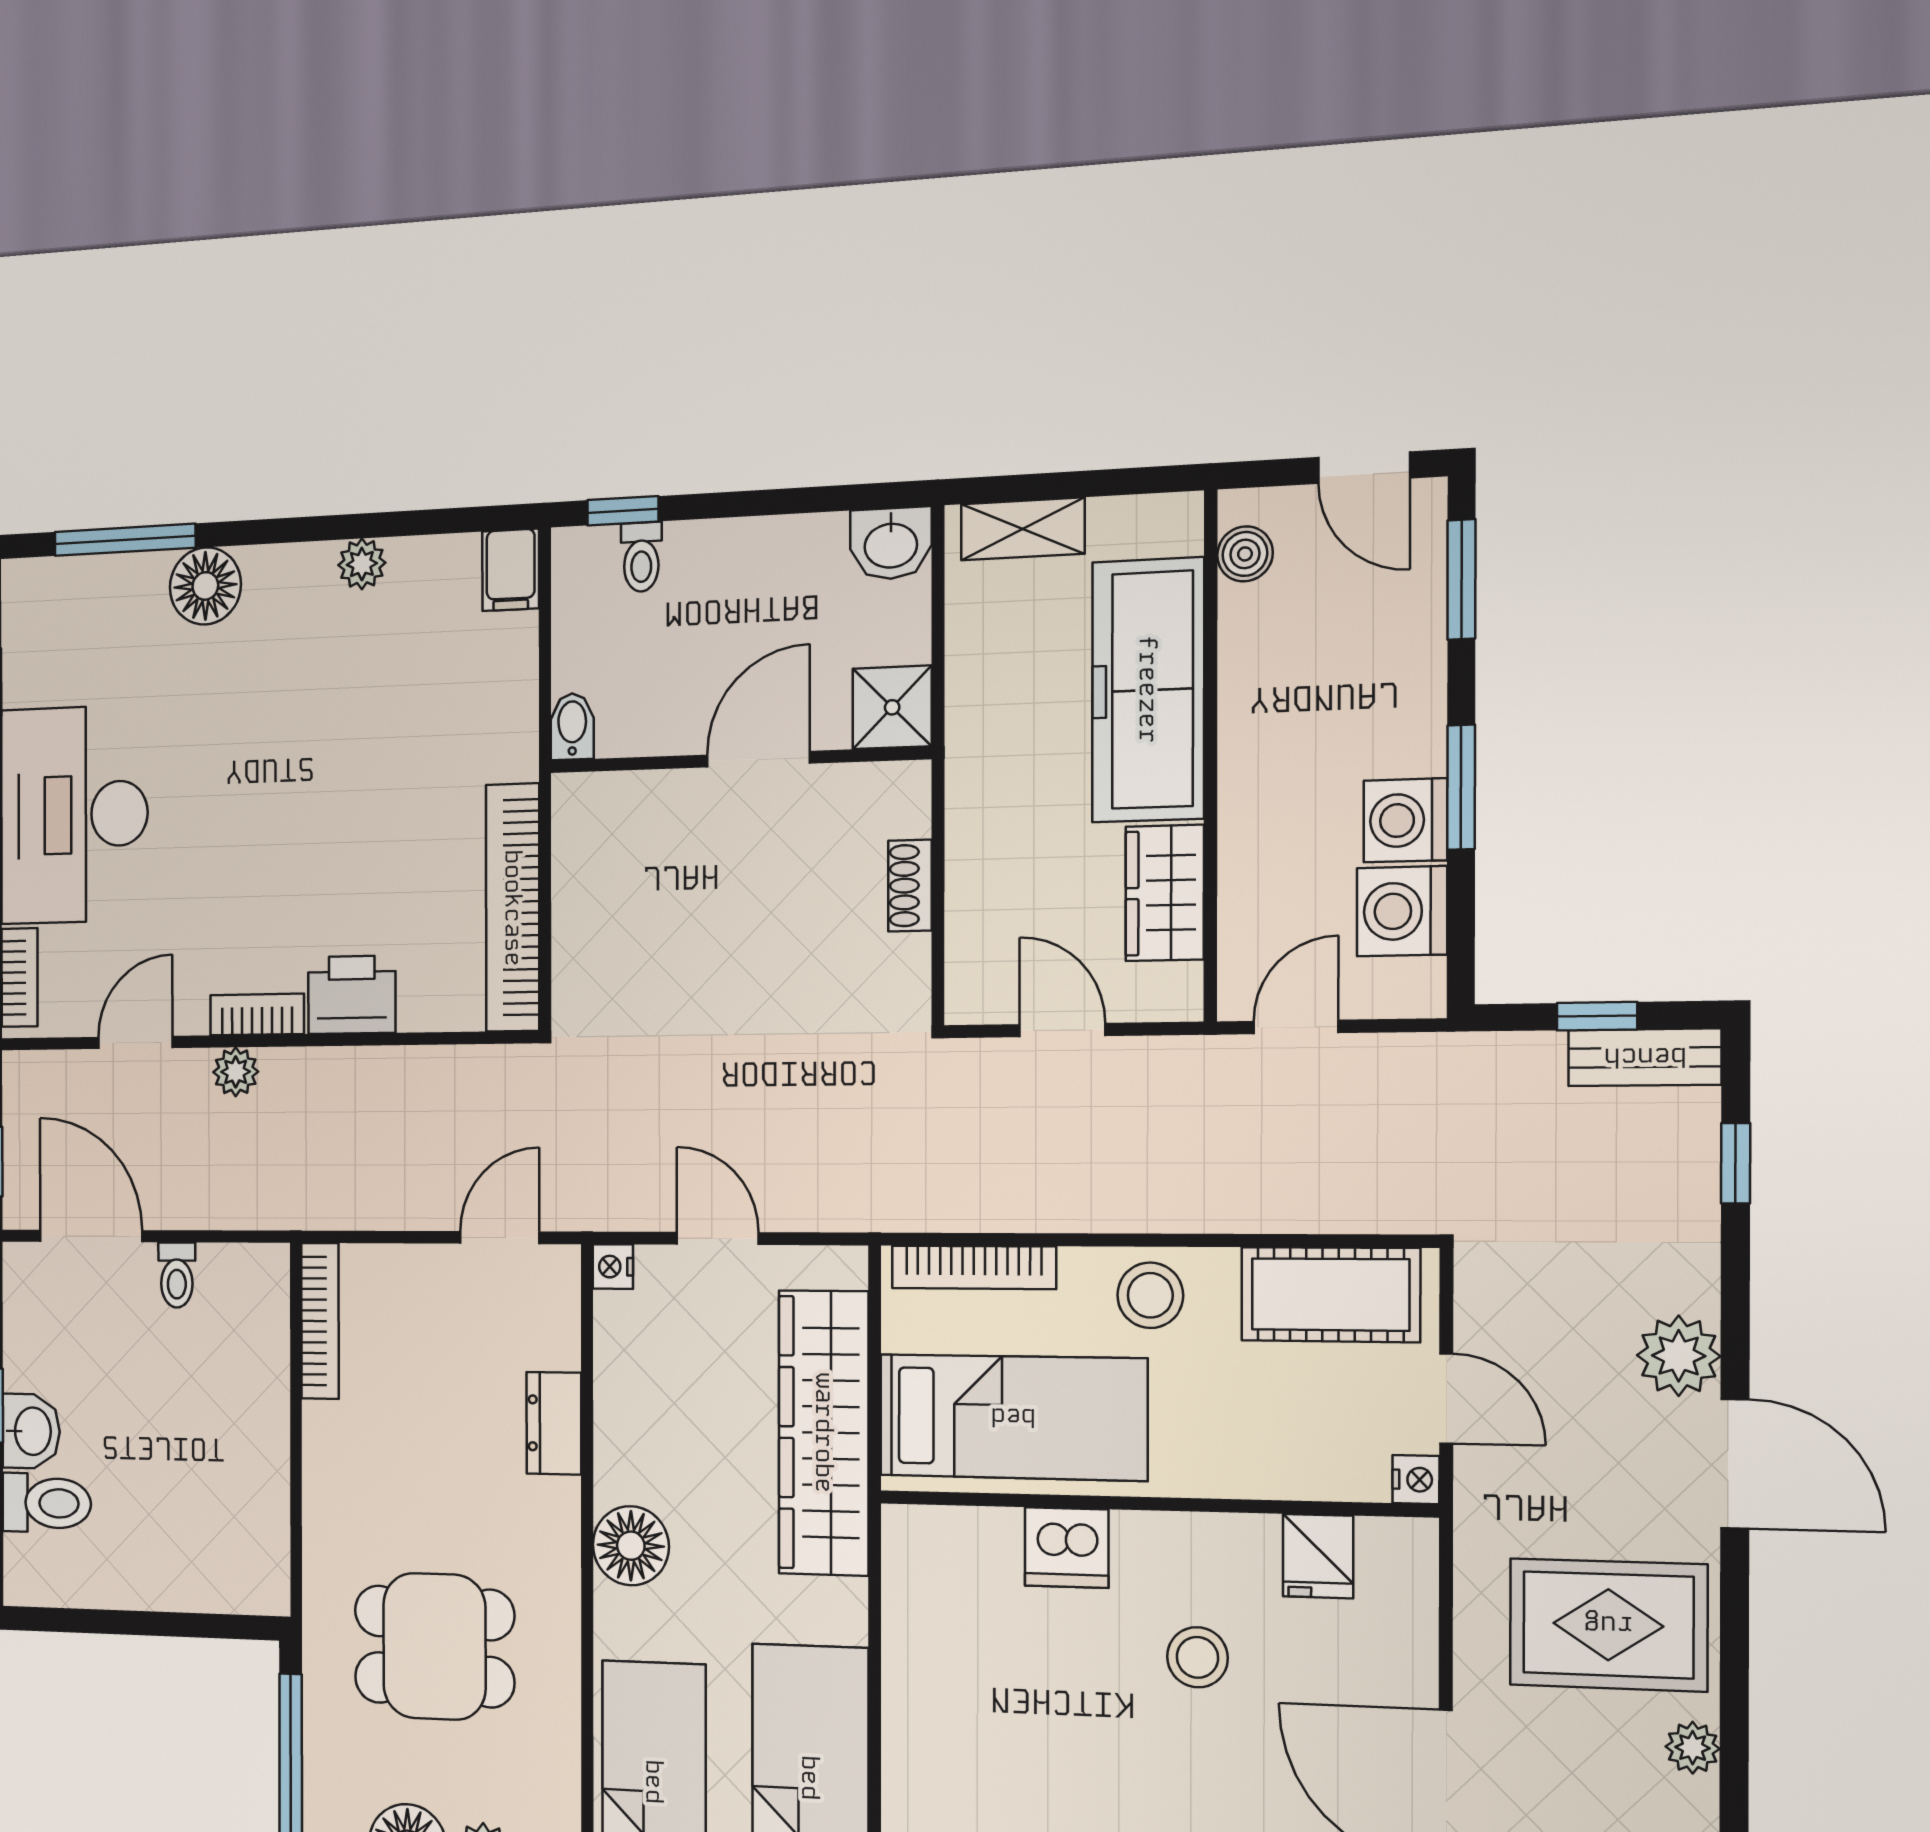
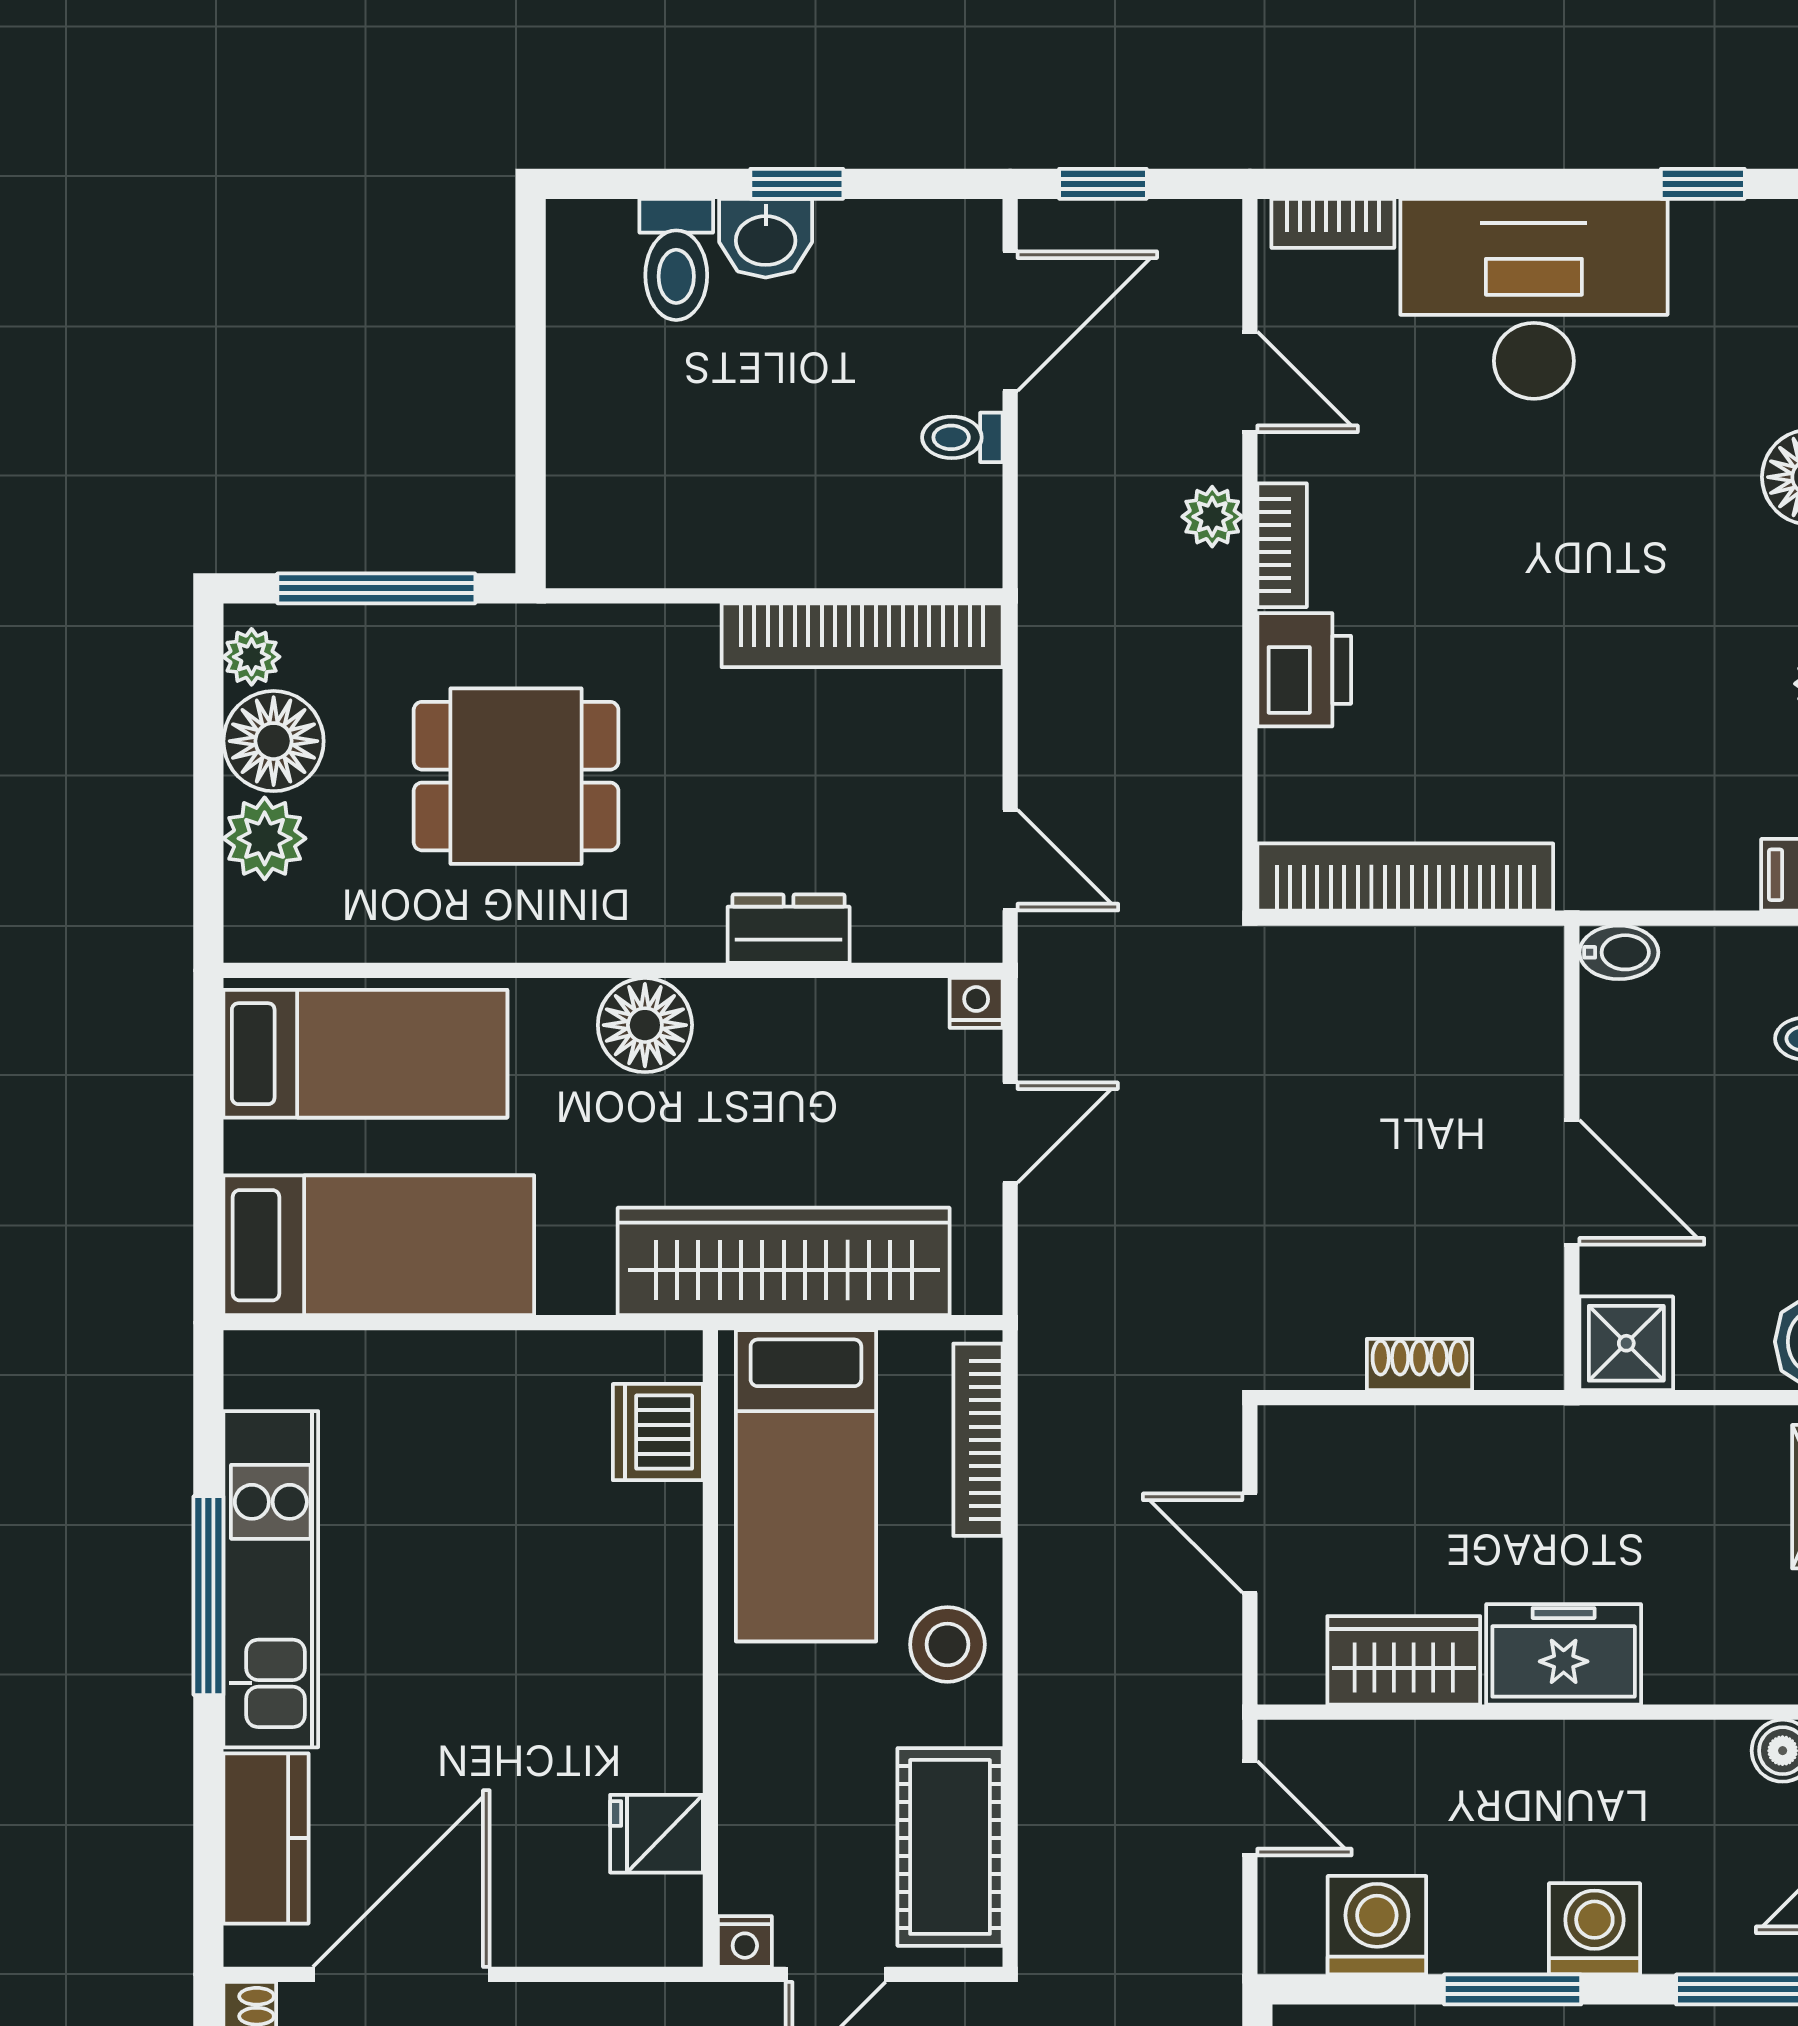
freezer: (1148, 690) -> (1564, 1654), width x0.52, depth x0.79
washing machine: (1405, 820) -> (1594, 1929), moved
door: (1062, 1030) -> (1250, 1543), swing flipped
bookcase: (320, 1321) -> (862, 635), width x1.48, depth x1.31
dishwasher: (1067, 1548) -> (658, 1432), moved
dining table: (434, 1646) -> (516, 776), turned 90
stool: (1197, 1657) -> (538, 1698), removed

